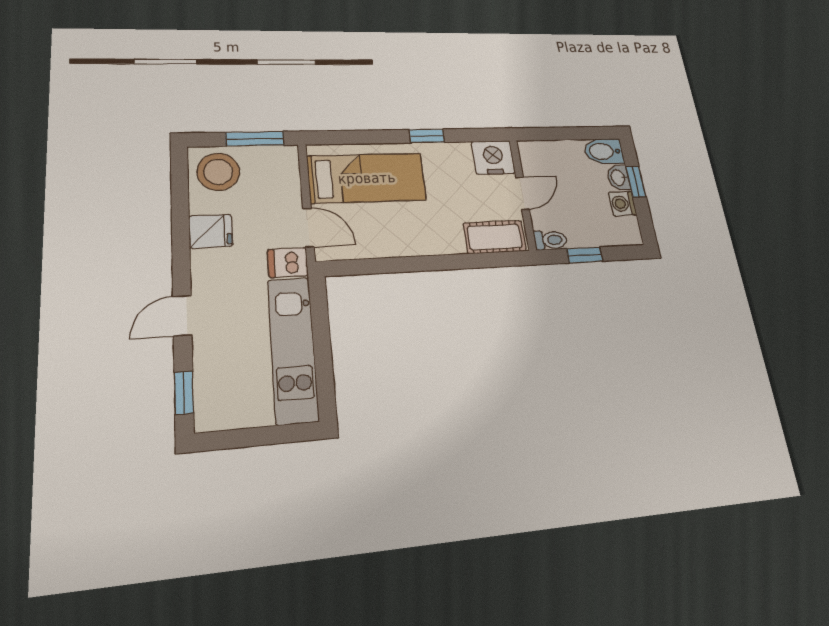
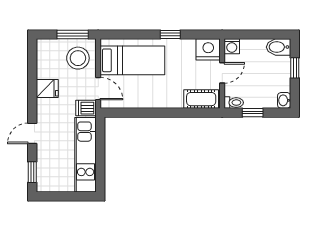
stool: (218, 172) -> (78, 58), moved
washbasin: (618, 178) -> (284, 100), moved
washing machine: (623, 204) -> (232, 46), moved, turned -90

